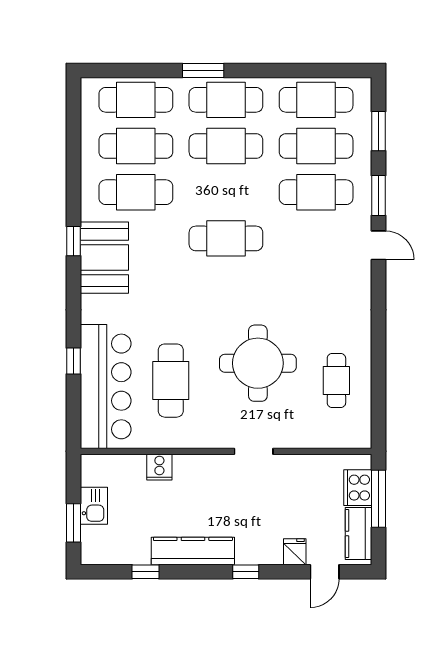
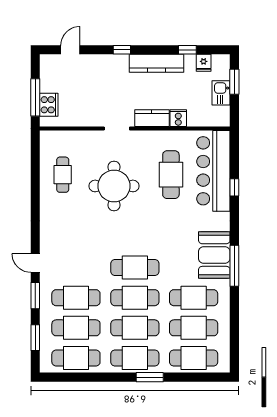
cafe table: (226, 192) -> (135, 298), added
window: (73, 241) -> (234, 266), width x2.17
kitchen counter: (359, 533) -> (152, 118), moved, turned -90
fridge: (295, 552) -> (204, 63), moved

